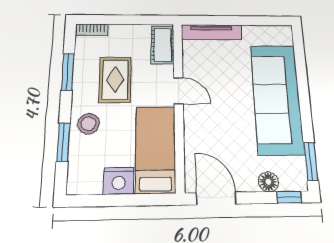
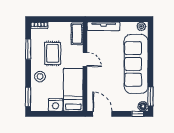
plant: (281, 33) -> (141, 26), added
window: (63, 142) -> (28, 97), moved
floor lamp: (268, 182) -> (143, 106), moved

